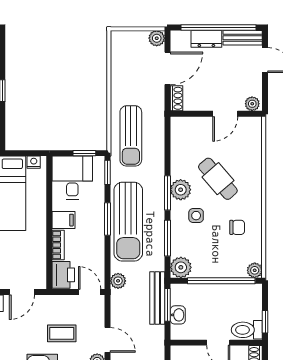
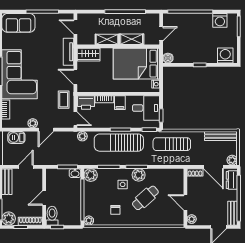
dresser: (206, 39) -> (232, 180), moved
door: (90, 292) -> (75, 119), hinge flipped
bench: (157, 298) -> (221, 136), moved
washbasin: (178, 315) -> (75, 173), moved
coffee table: (62, 333) -> (64, 100), moved

